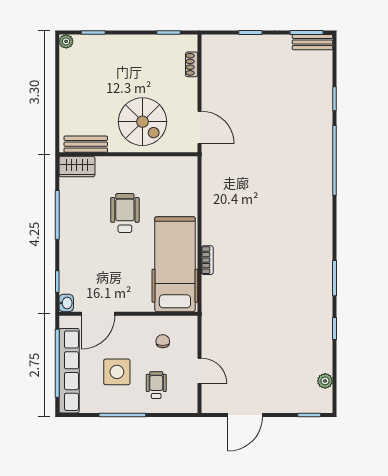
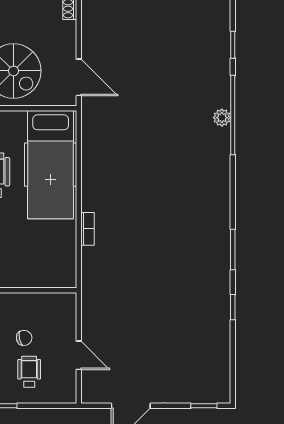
hospital bed: (175, 264) -> (51, 165), moved, turned 180
chair: (163, 341) -> (24, 338), moved, turned 79
plant: (325, 381) -> (222, 118), moved

